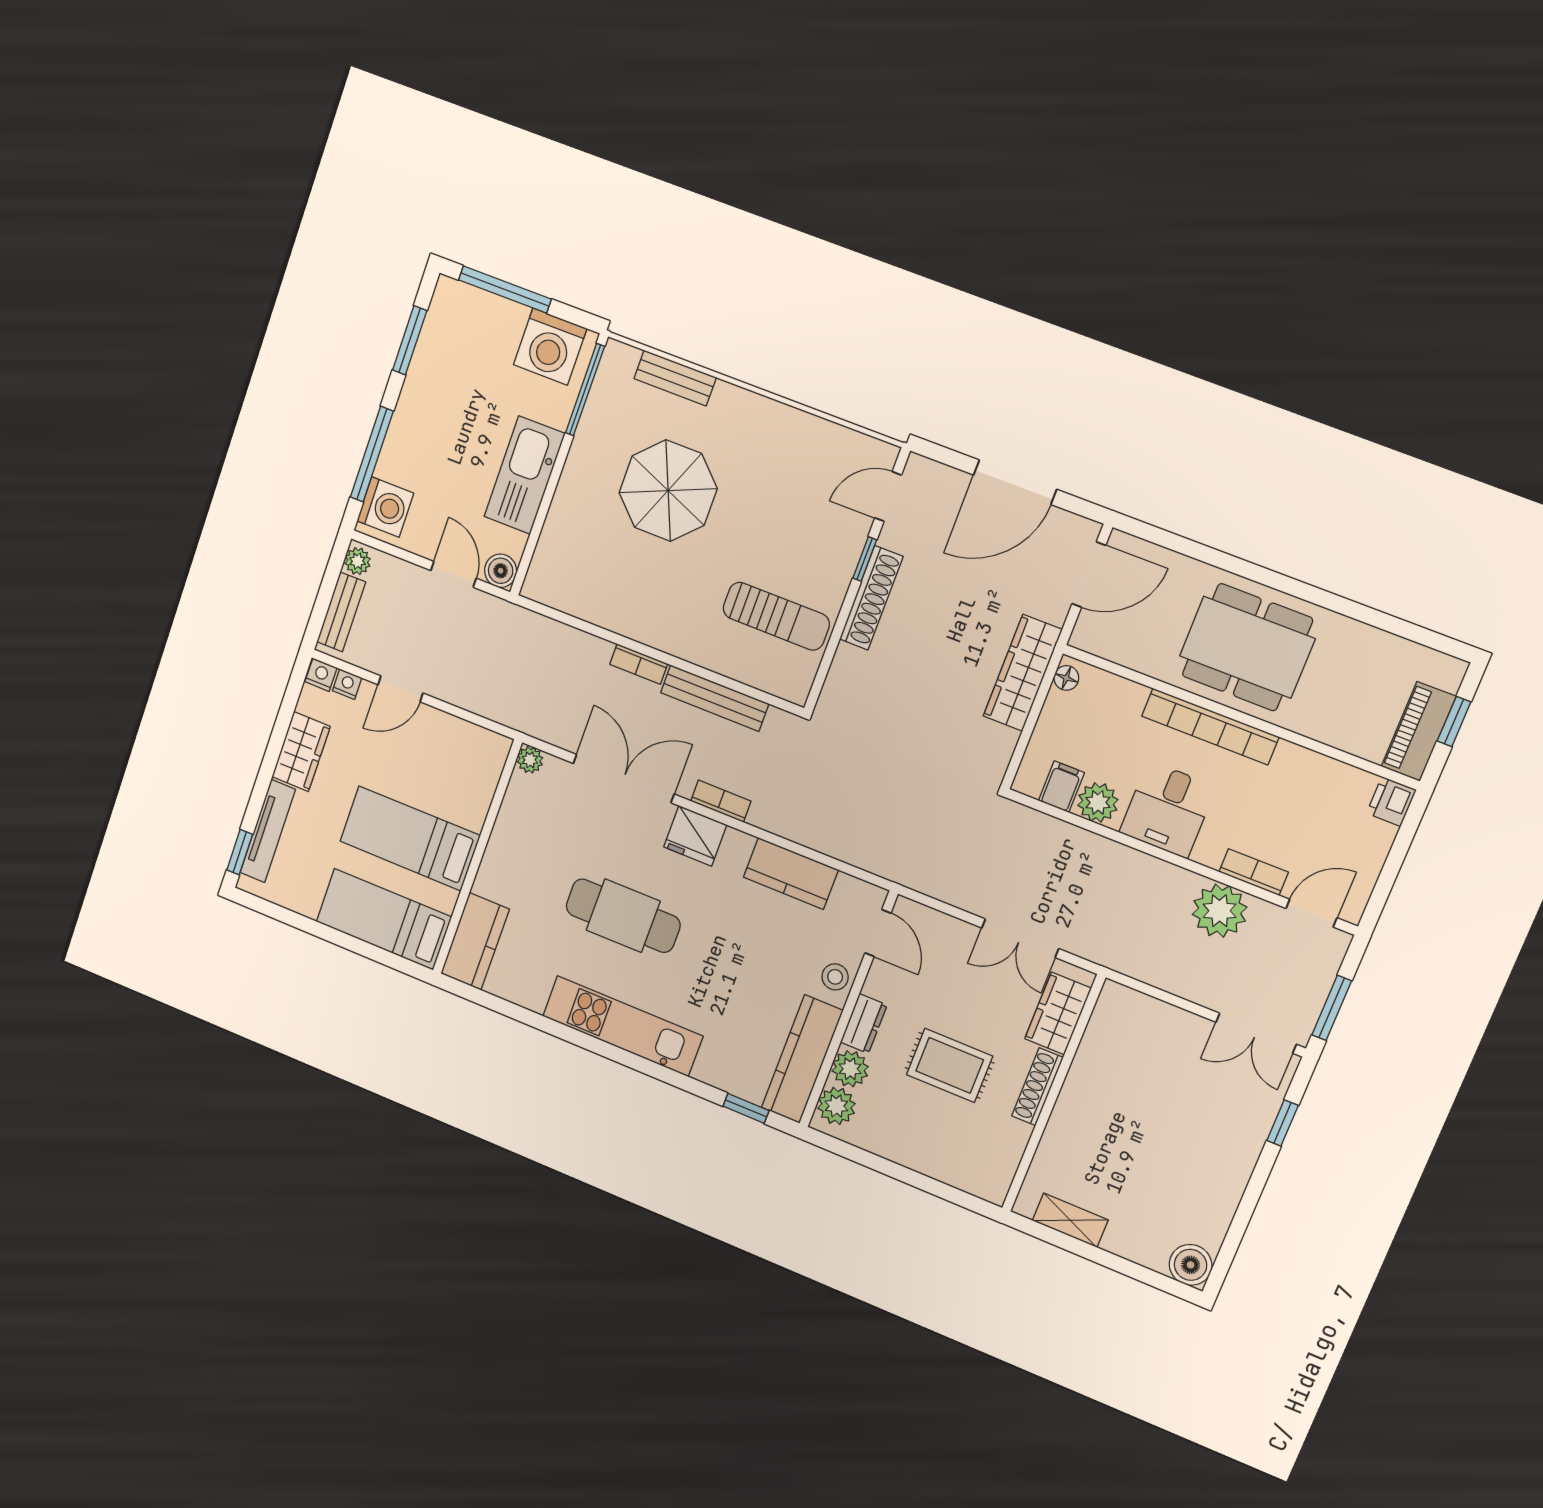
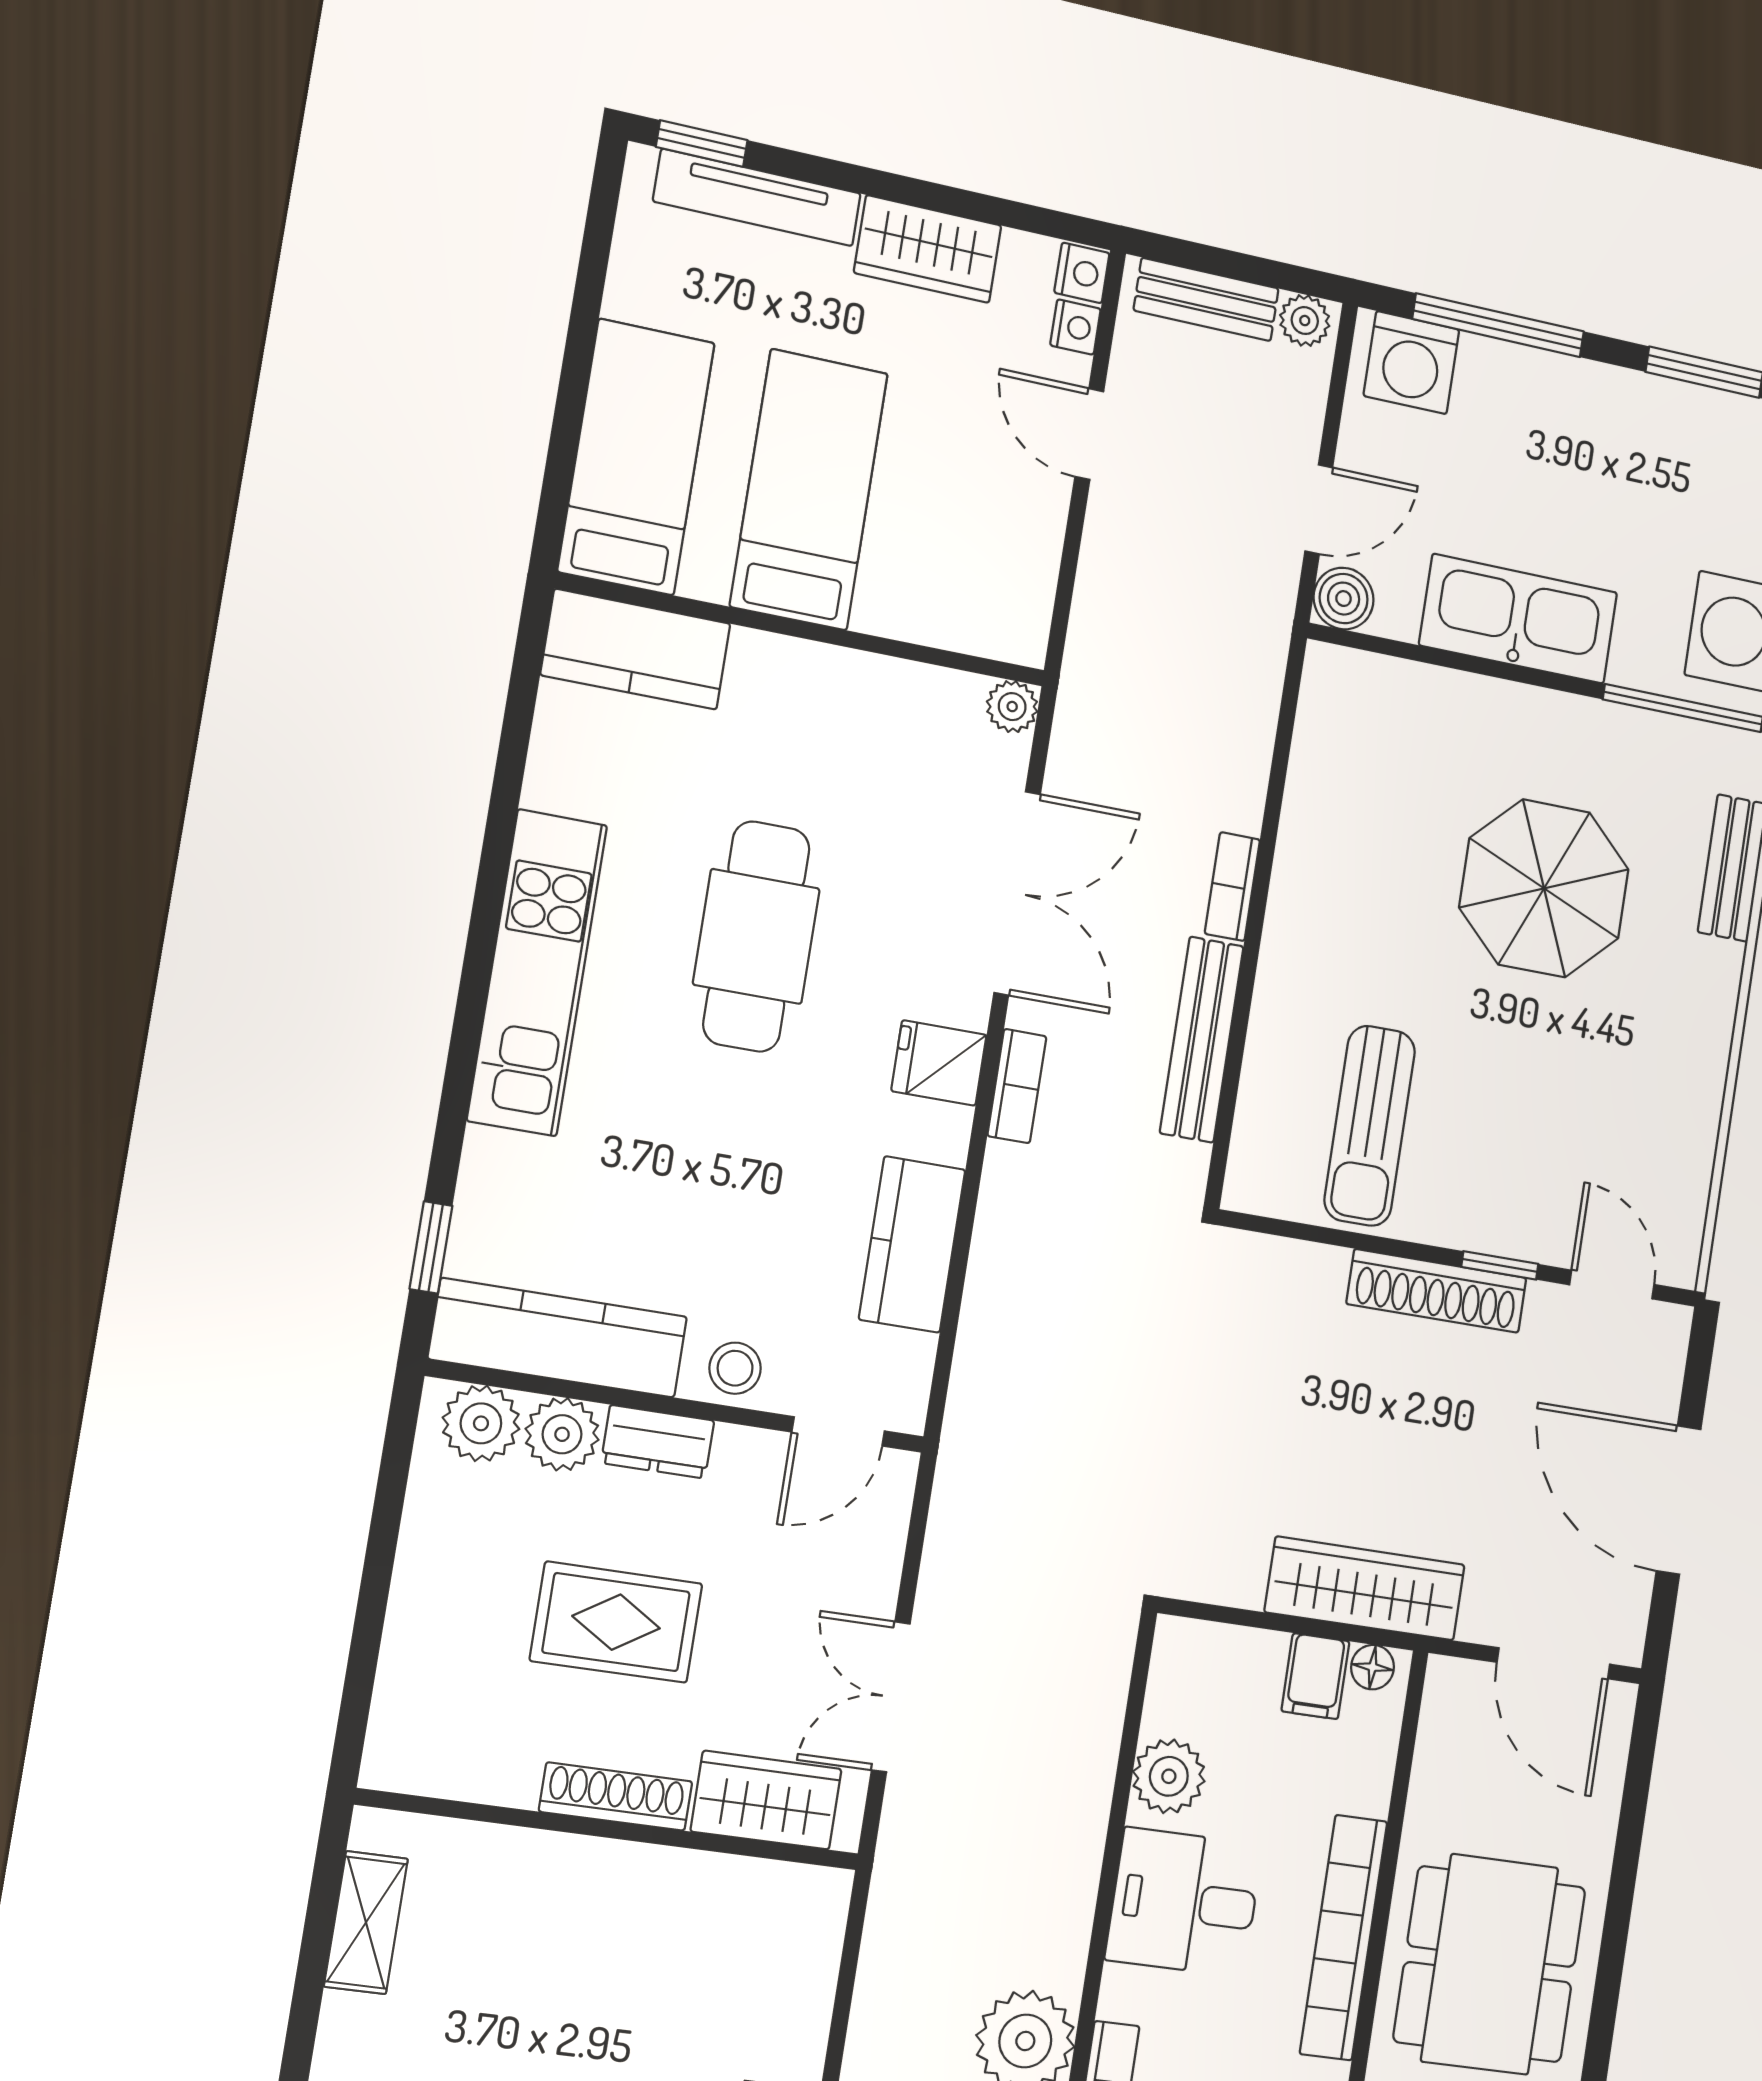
filing cabinet: (1061, 787) -> (1315, 1676), moved, turned 90
fridge: (695, 836) -> (939, 1063), width x0.72
rug: (950, 1065) -> (616, 1622), turned 90

